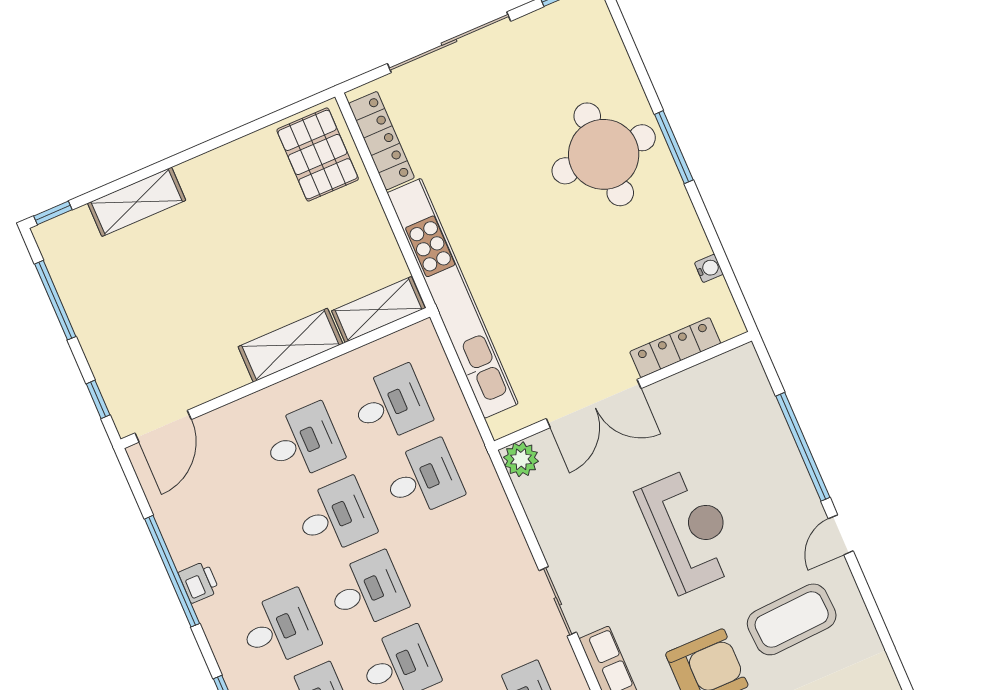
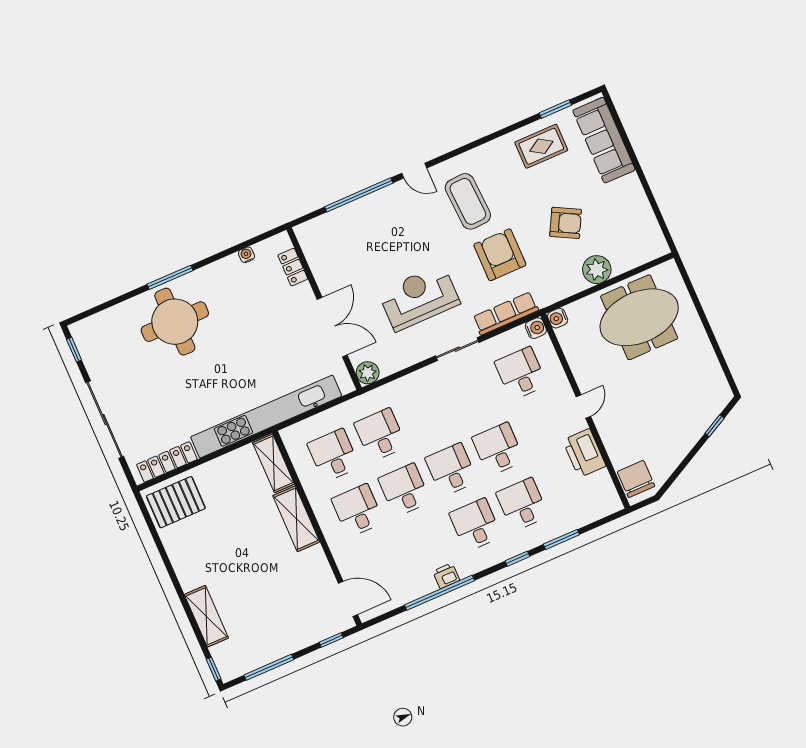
locker: (675, 348) -> (293, 267), width x0.66
reception desk: (689, 530) -> (419, 298), moved

